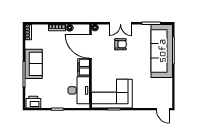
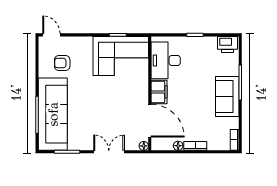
armchair: (120, 44) -> (62, 63), moved

